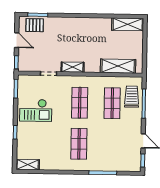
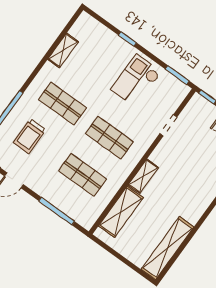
shelving: (128, 24) -> (168, 248), width x1.47
shelving: (73, 67) -> (143, 176), moved
trolley: (132, 97) -> (30, 136), moved, turned 90
shelving: (28, 165) -> (63, 50), moved

